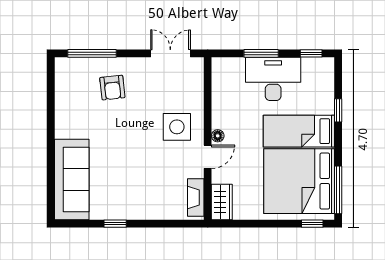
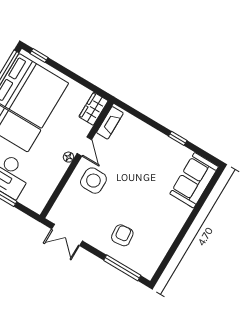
door: (208, 157) -> (84, 146), swing flipped
sofa: (72, 179) -> (194, 180), width x0.73

